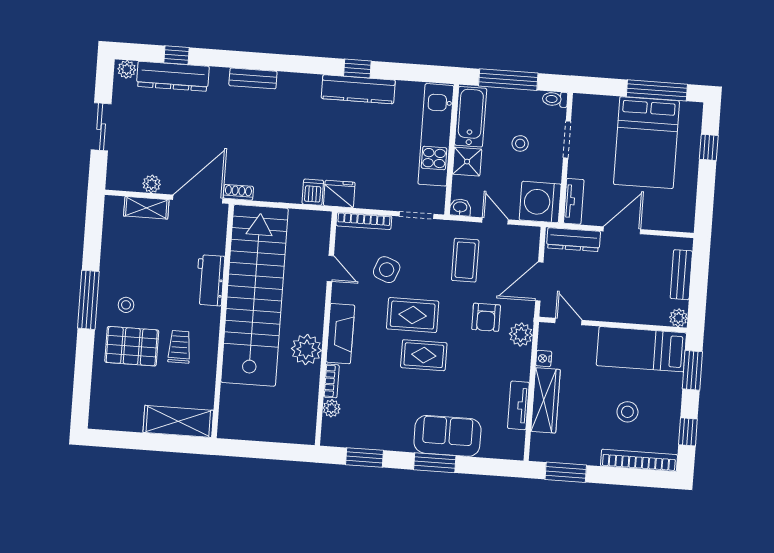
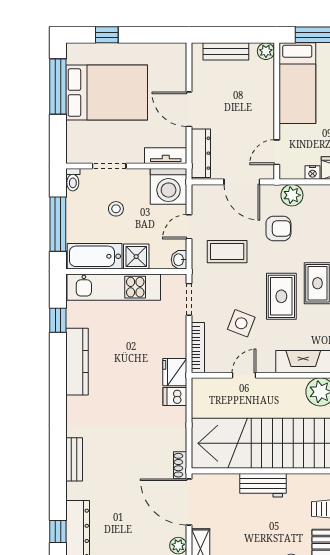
window: (357, 68) -> (58, 320), moved

